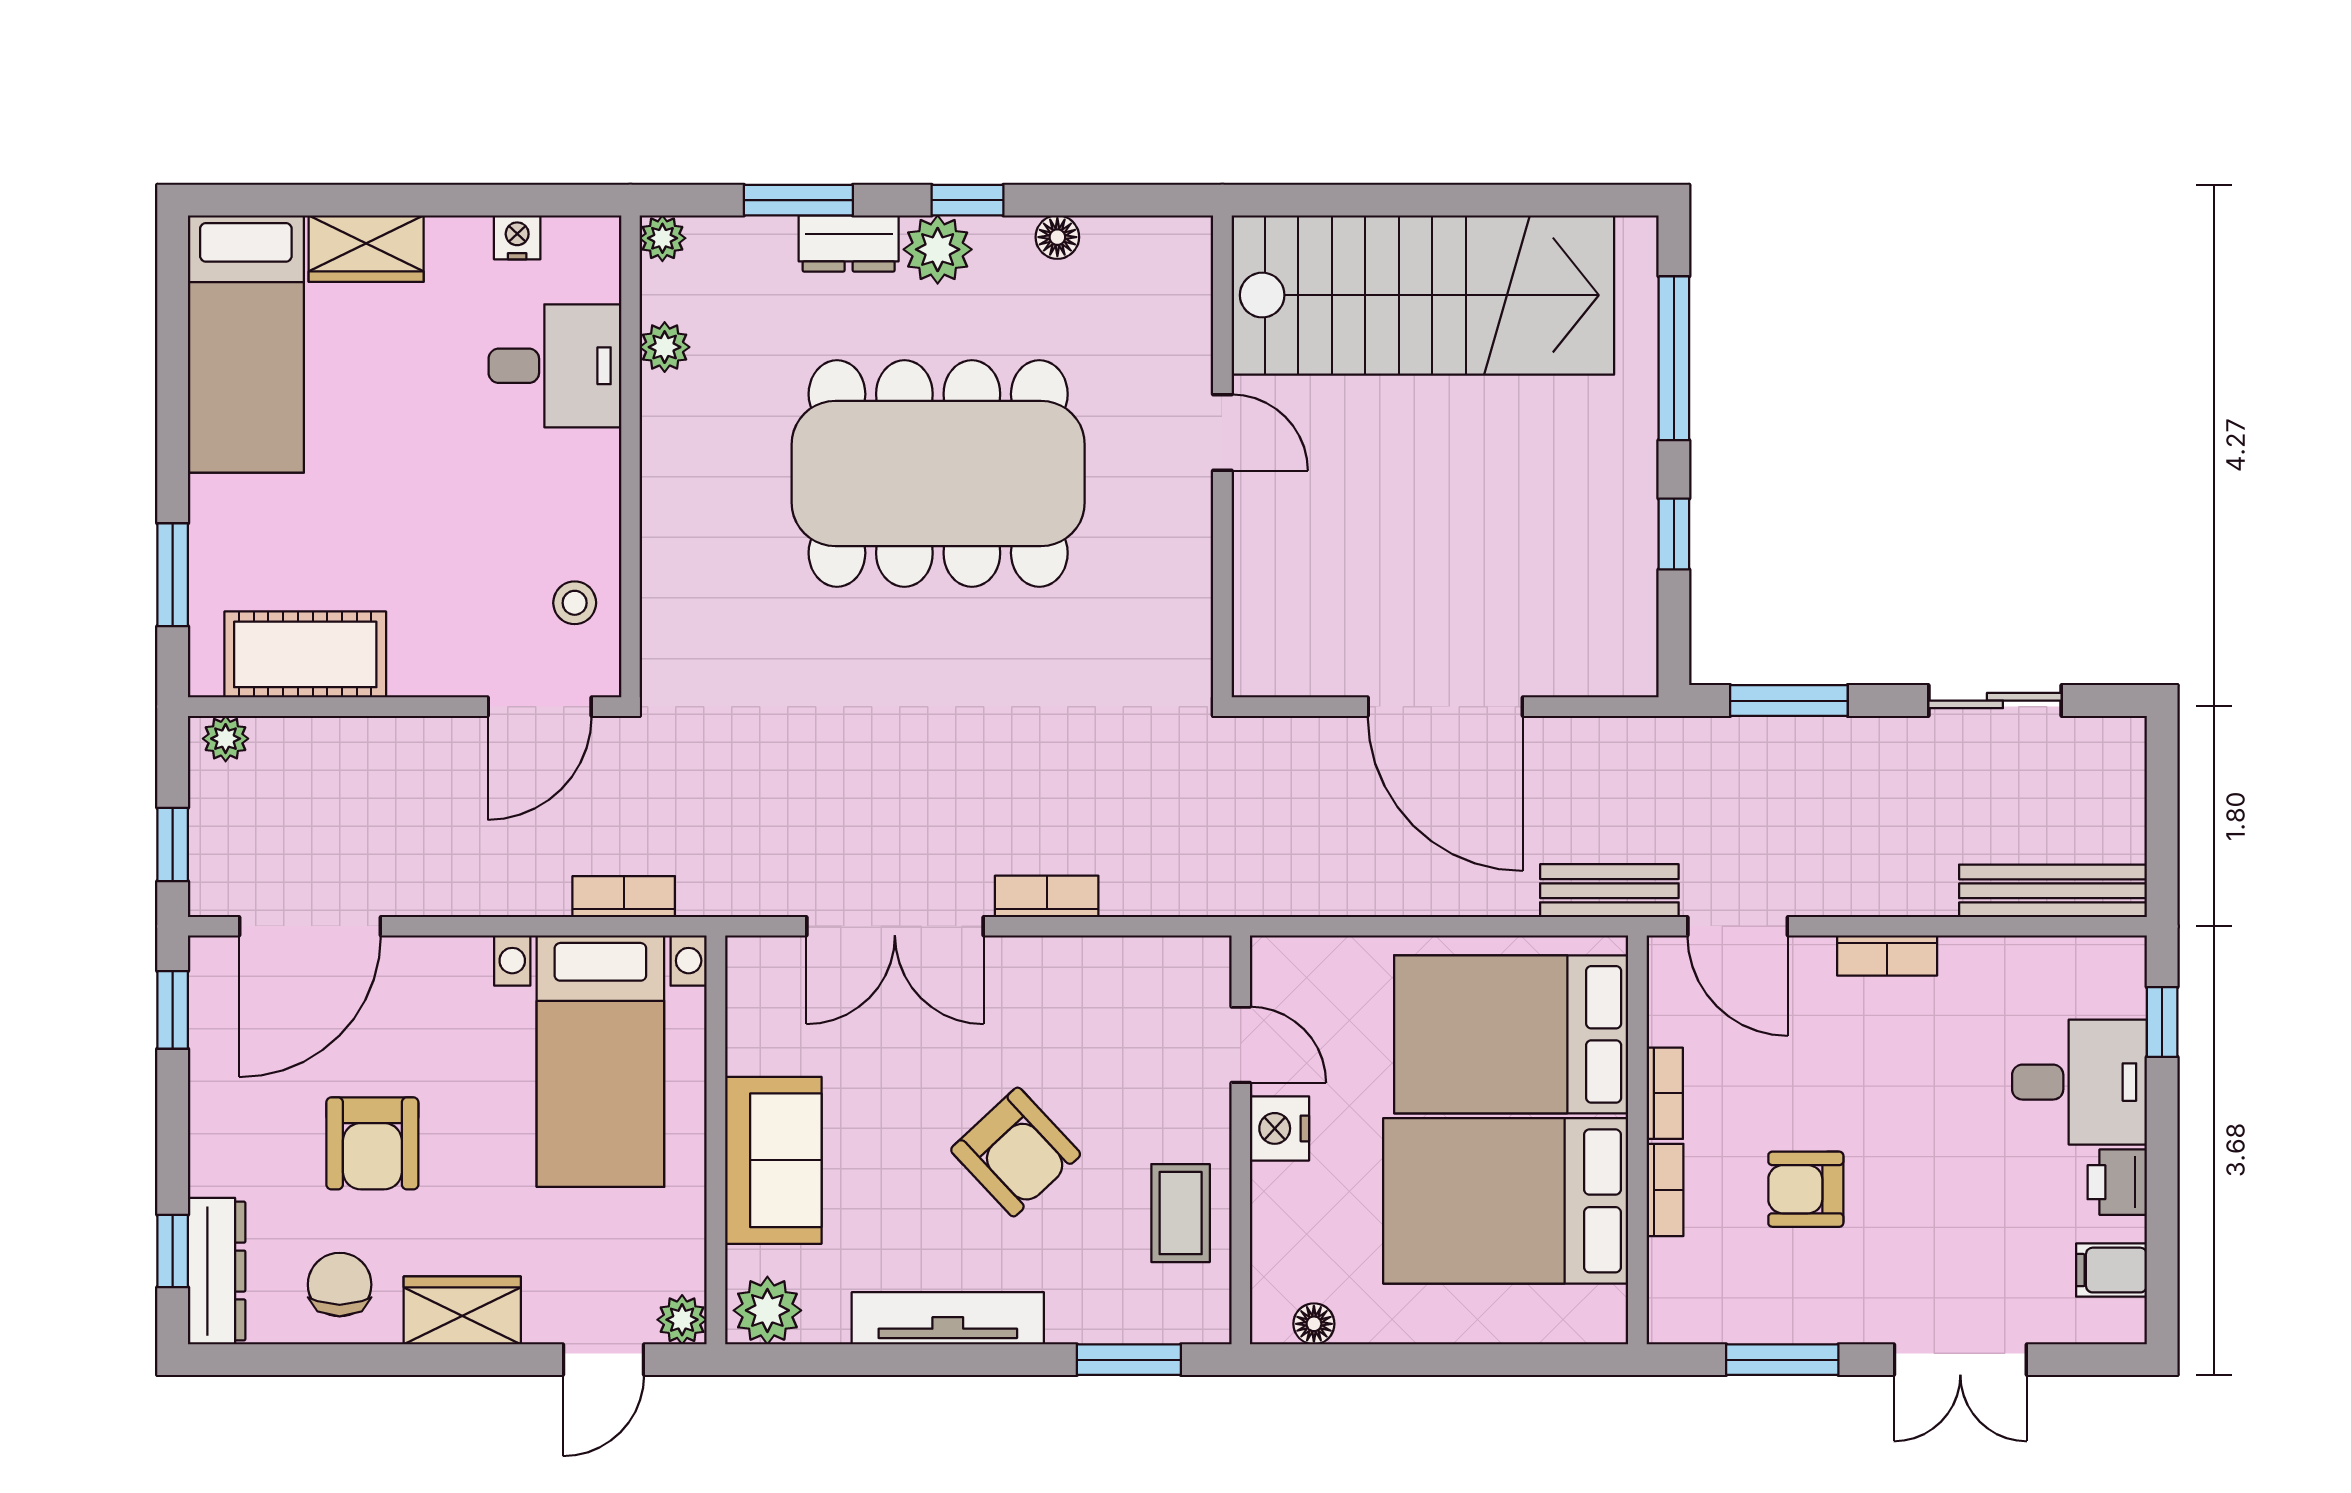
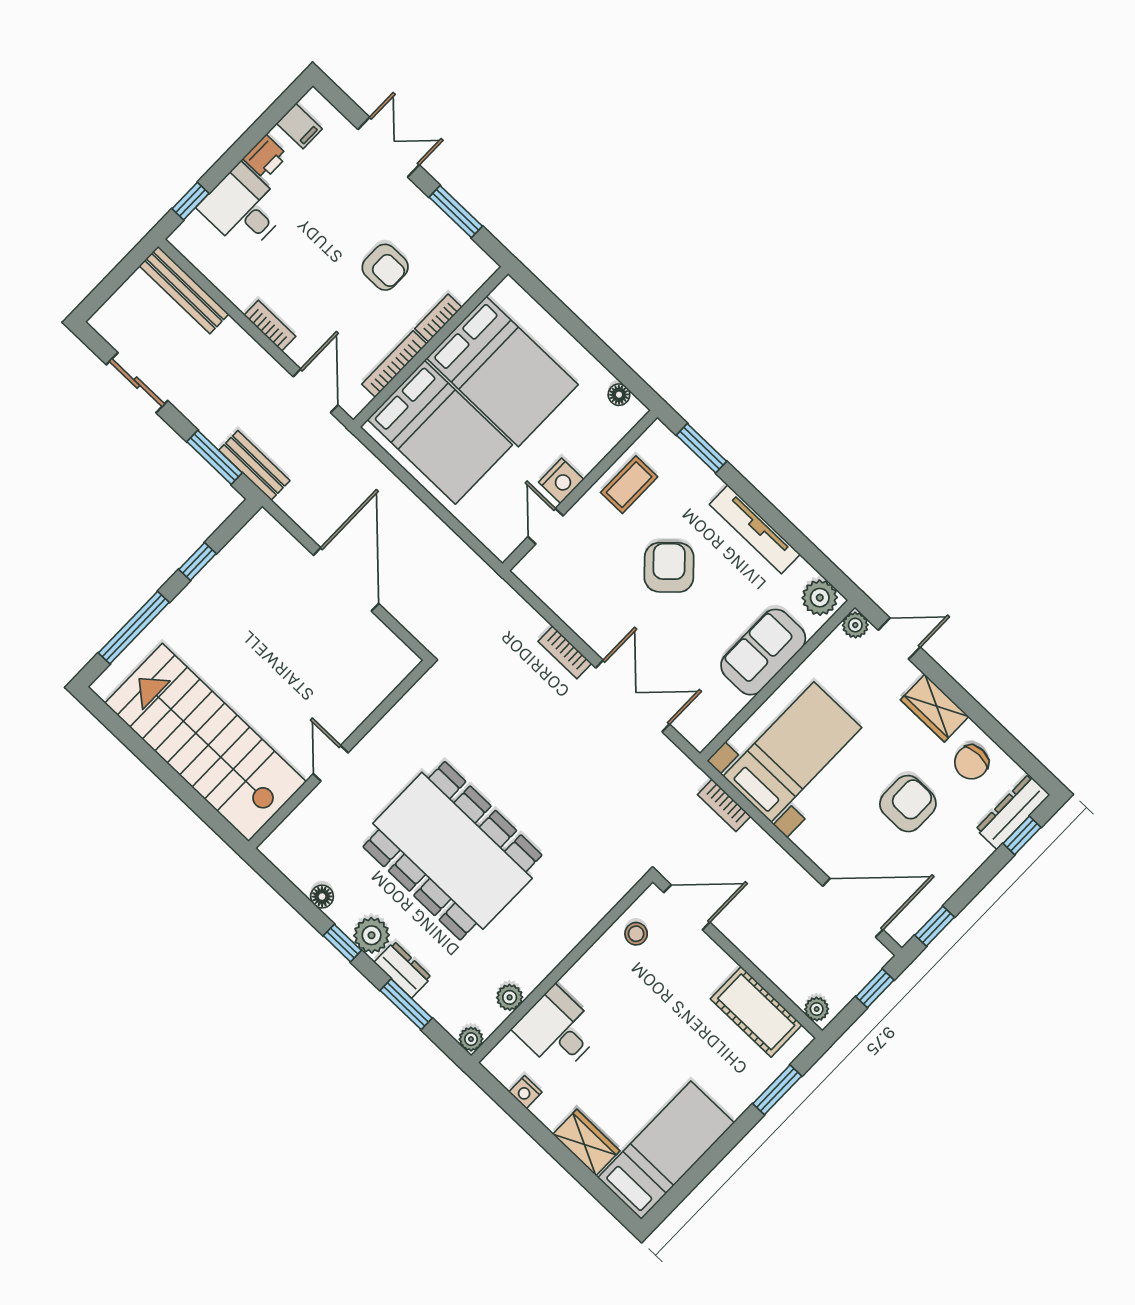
bench: (1609, 891) -> (254, 465), moved
bookcase: (1665, 1093) -> (394, 364), width x1.56

